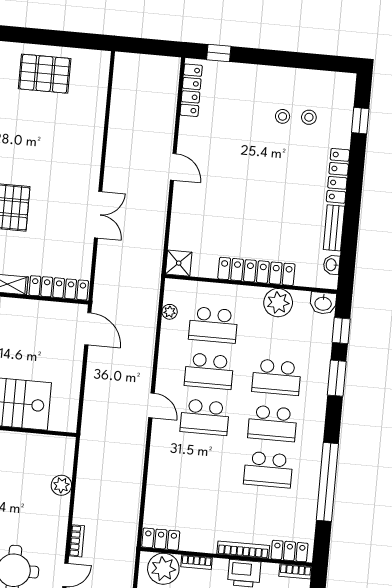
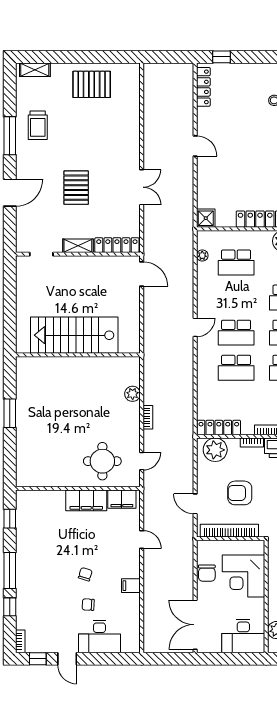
school desk: (209, 371) -> (236, 368), moved
door: (152, 405) -> (195, 327), hinge flipped
locker: (161, 539) -> (219, 428), width x1.53
bookcase: (77, 541) -> (148, 417), moved
bookcase: (196, 562) -> (252, 442), moved

